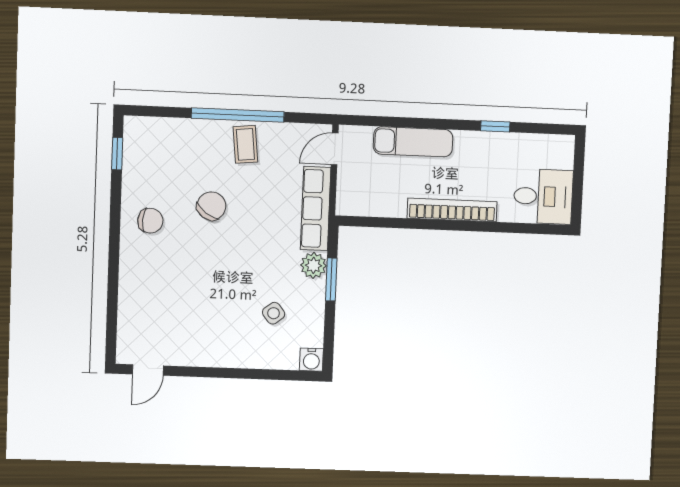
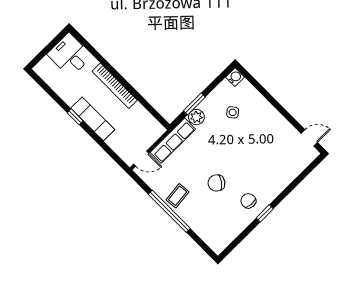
window: (495, 126) -> (75, 117), moved
exam couch: (413, 142) -> (93, 119), moved
window: (117, 154) -> (265, 213), moved

